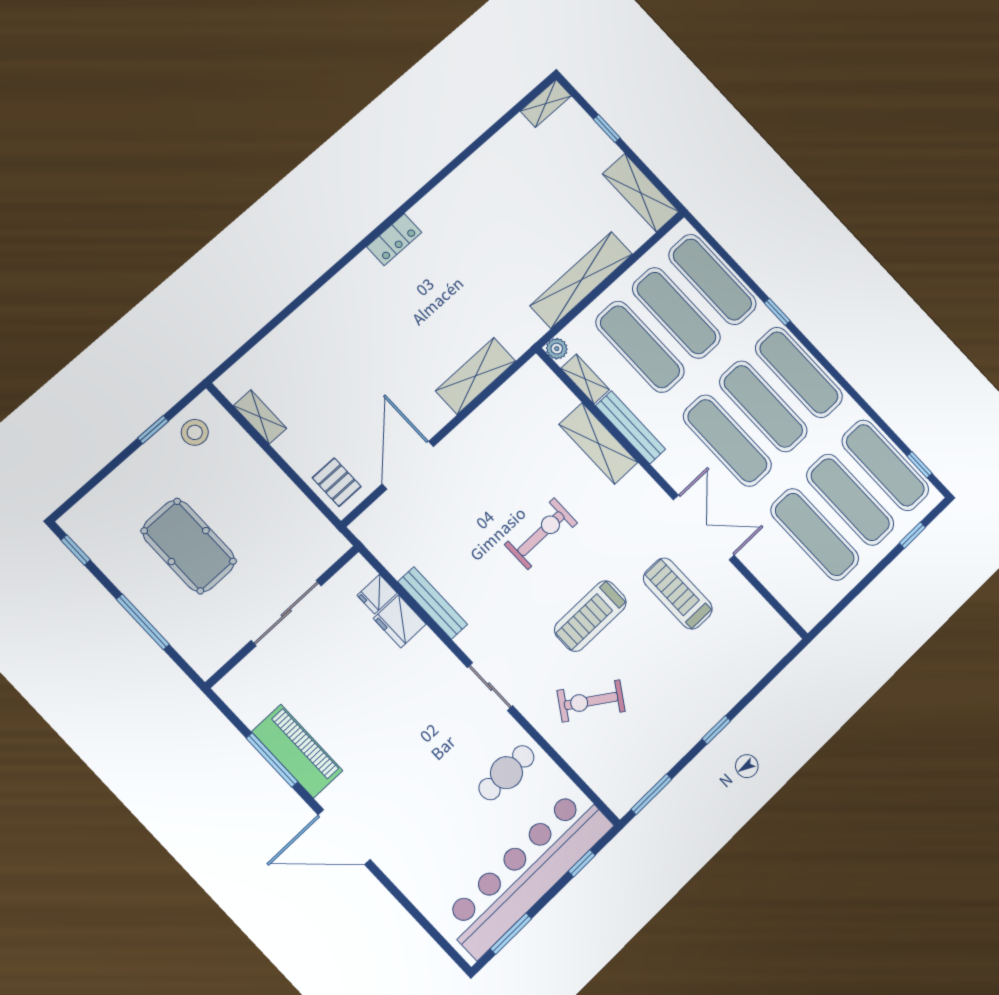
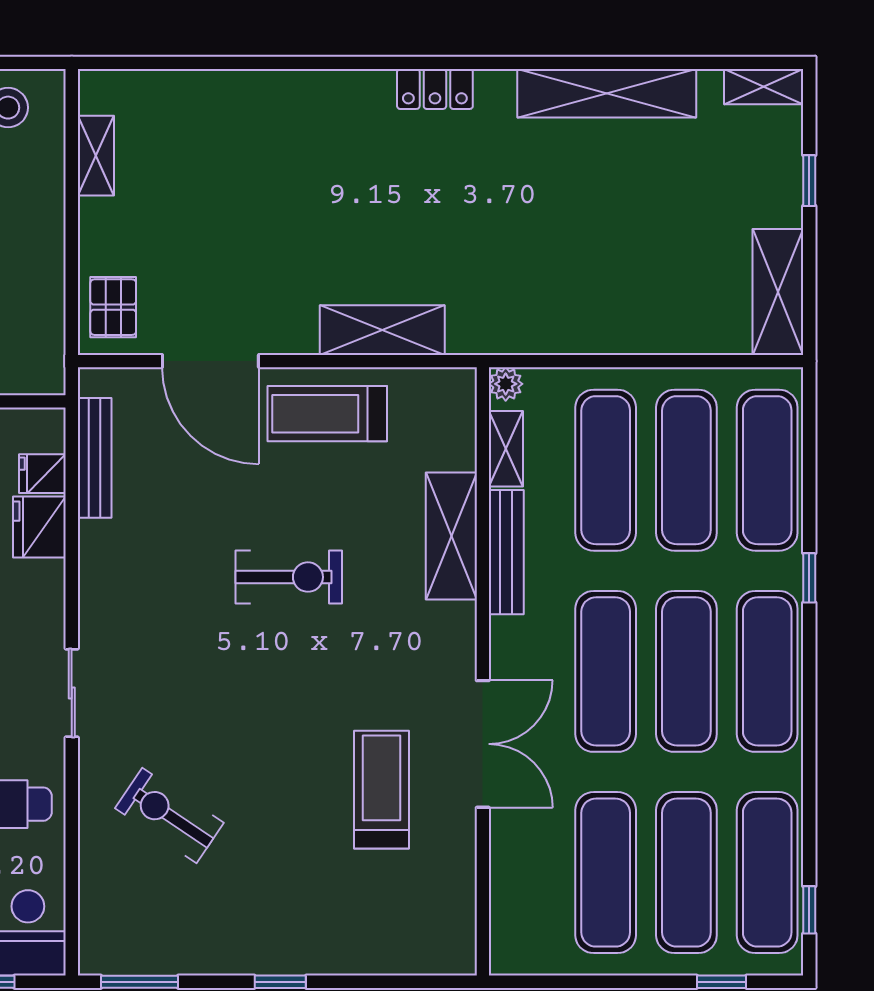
shelving: (581, 280) -> (607, 93), moved
door: (408, 465) -> (210, 361), swing flipped
bench: (433, 603) -> (95, 458), moved
treadmill: (590, 616) -> (327, 414), moved

